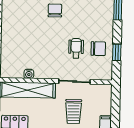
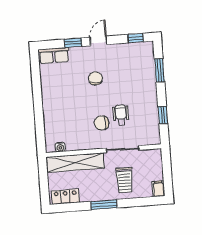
chair: (98, 49) -> (102, 123), moved, turned 180
water cooler: (29, 74) -> (60, 147), moved

